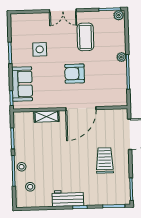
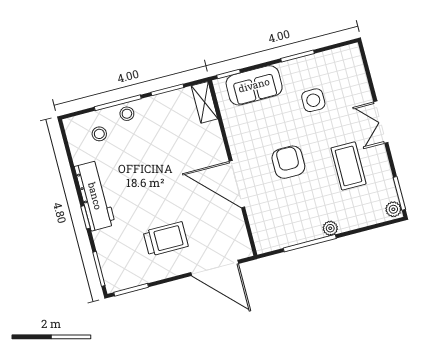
coffee table: (85, 37) -> (348, 166), turned 90
shelving: (46, 116) -> (204, 102), moved
workbench: (68, 198) -> (95, 196), width x1.38

